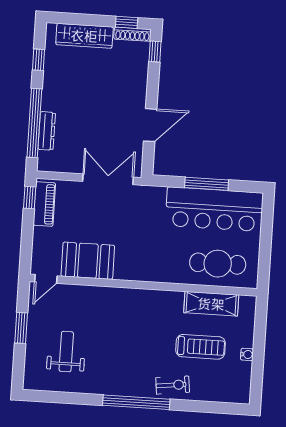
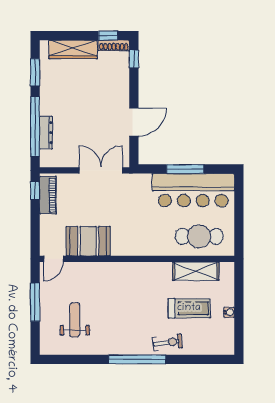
window: (38, 60) -> (35, 72), width x1.50
window: (21, 328) -> (35, 302), width x1.44

